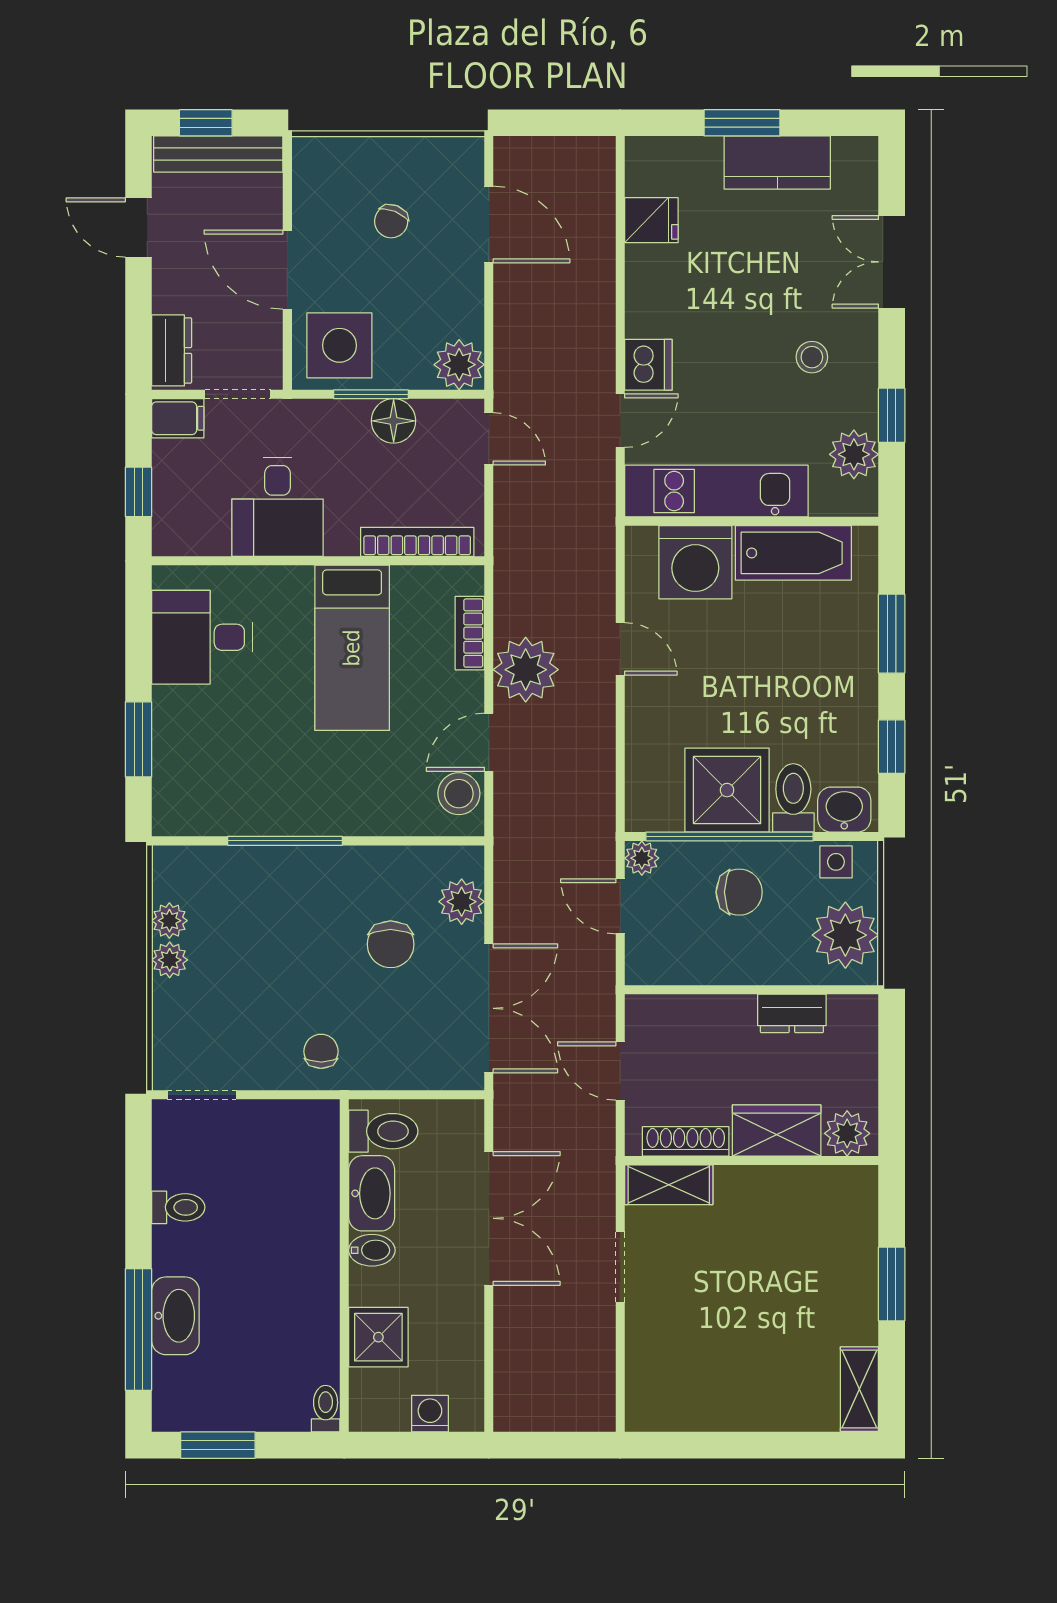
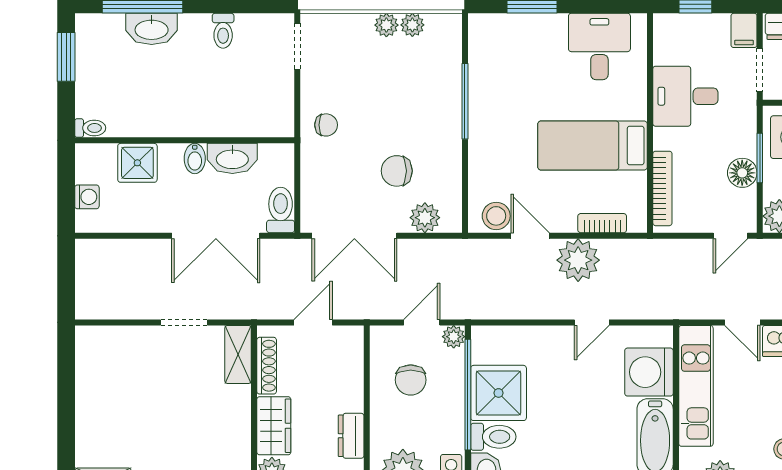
chair: (739, 892) -> (411, 380), moved
toilet: (383, 1131) -> (281, 210), moved, turned 180

